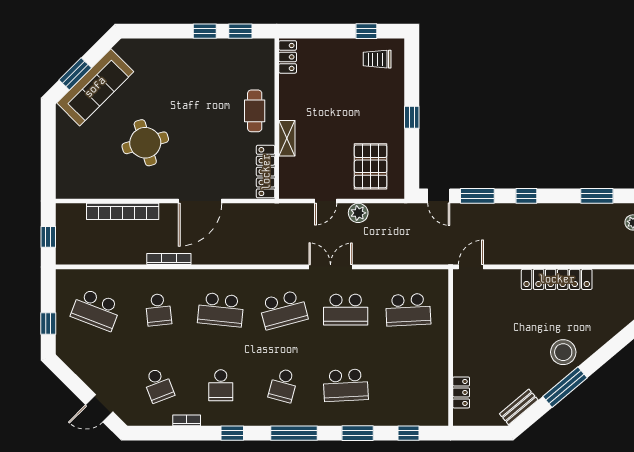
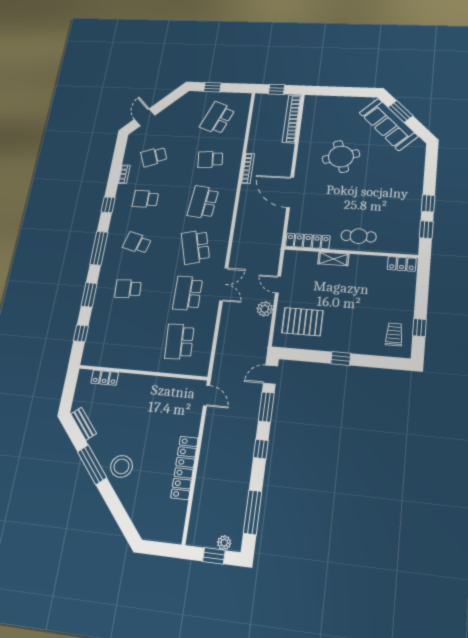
window: (597, 196) -> (253, 512), width x1.44
bookcase: (123, 211) -> (292, 119), moved
school desk: (346, 385) -> (128, 289), width x0.54

